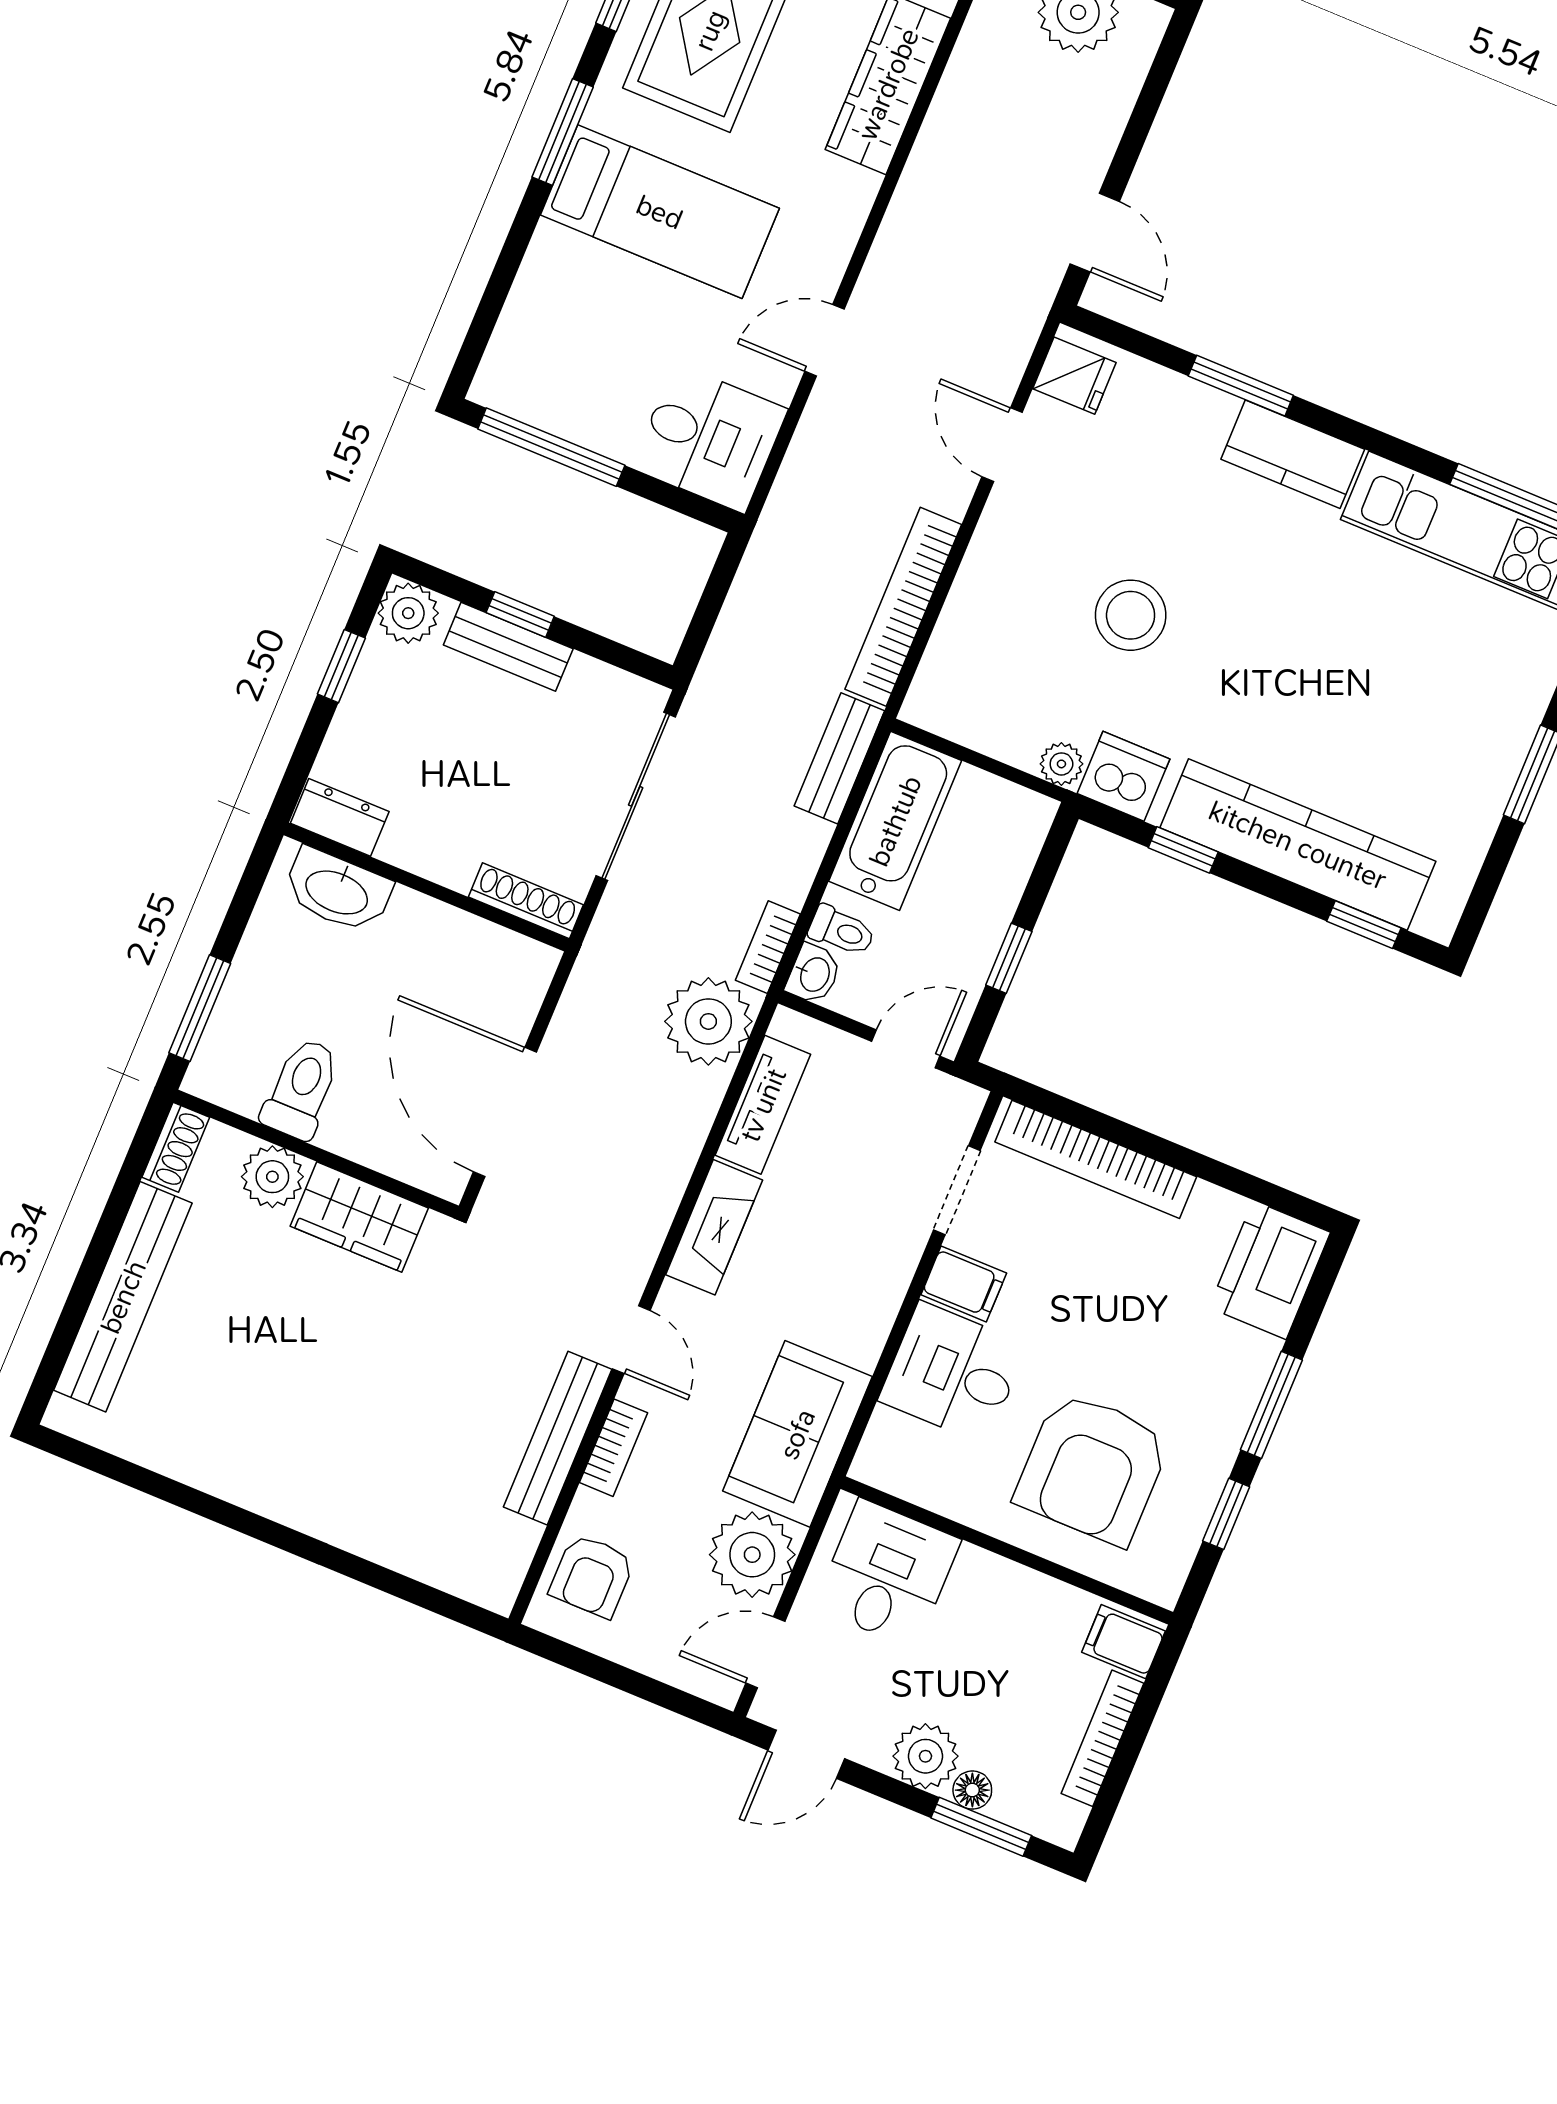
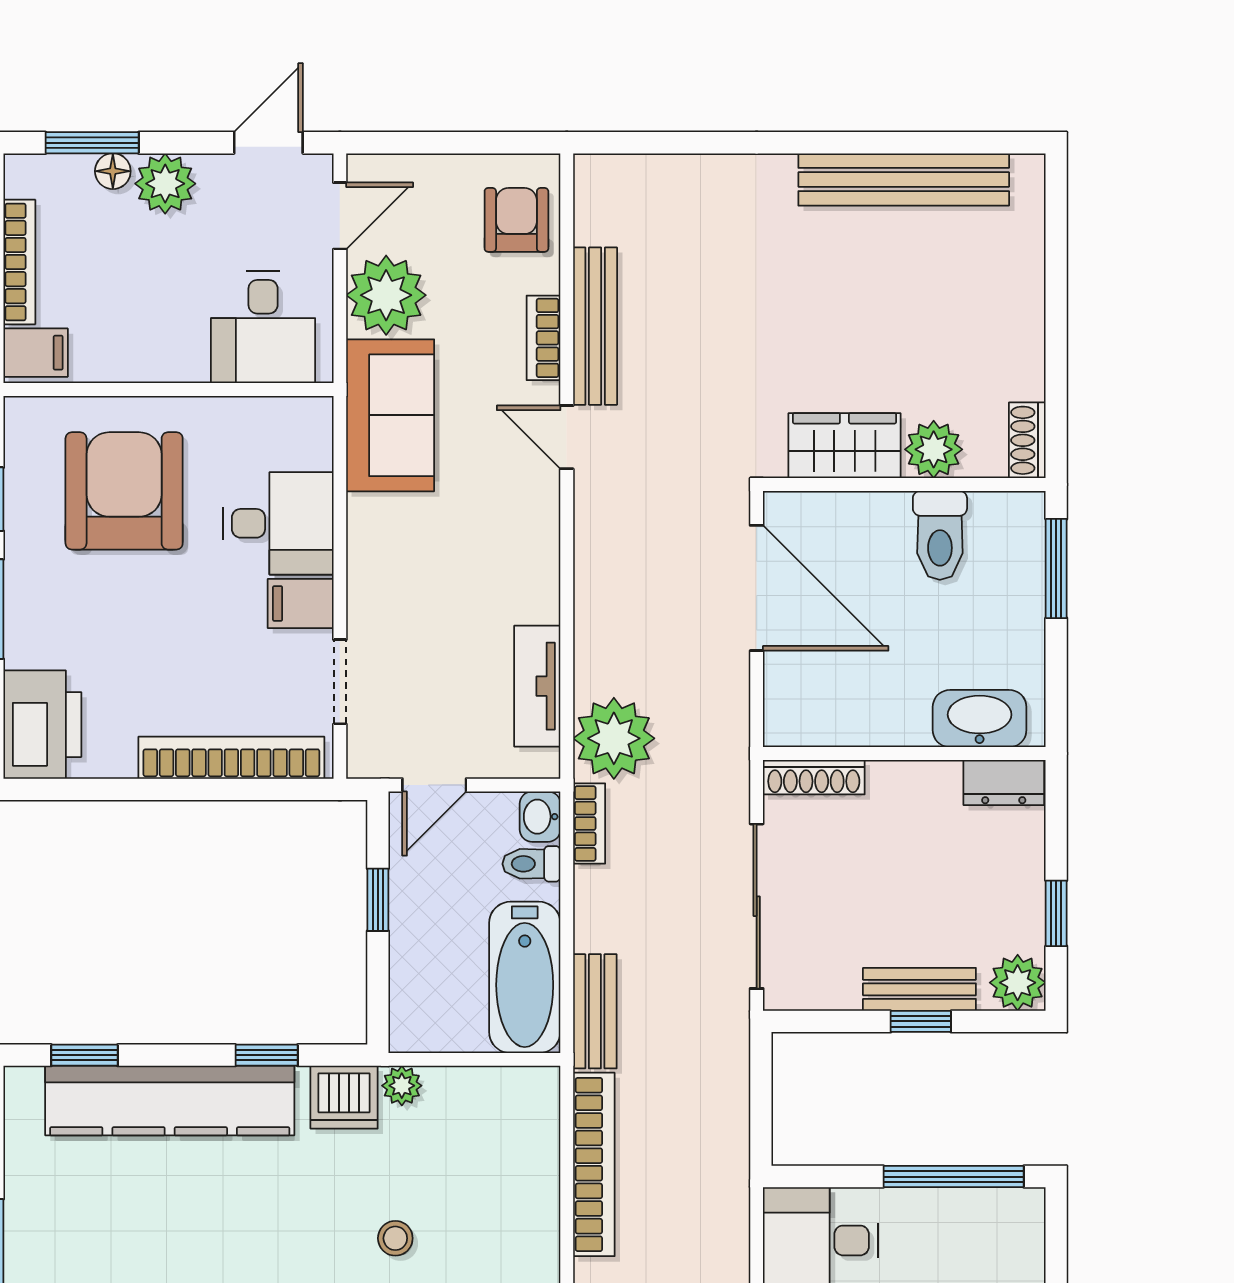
stool: (1131, 615) -> (395, 1238), width x0.53, depth x0.53
fireplace: (714, 1227) -> (536, 563), removed
bench: (123, 1297) -> (904, 179), moved, turned 90

